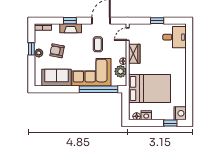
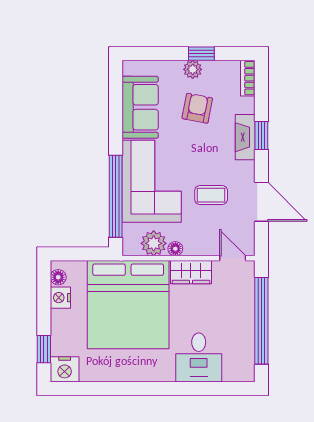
window: (157, 21) -> (261, 321), width x3.17
desk: (174, 37) -> (199, 357), moved
bed: (149, 88) -> (128, 305), width x1.36

